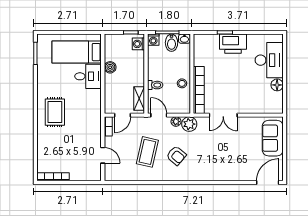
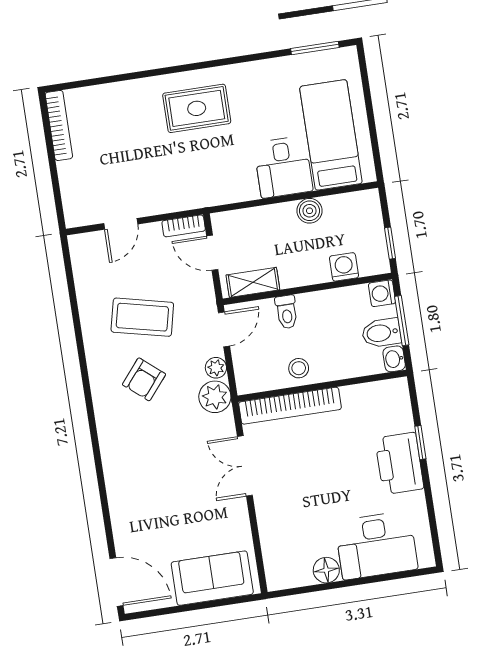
washing machine: (138, 44) -> (344, 267), moved

